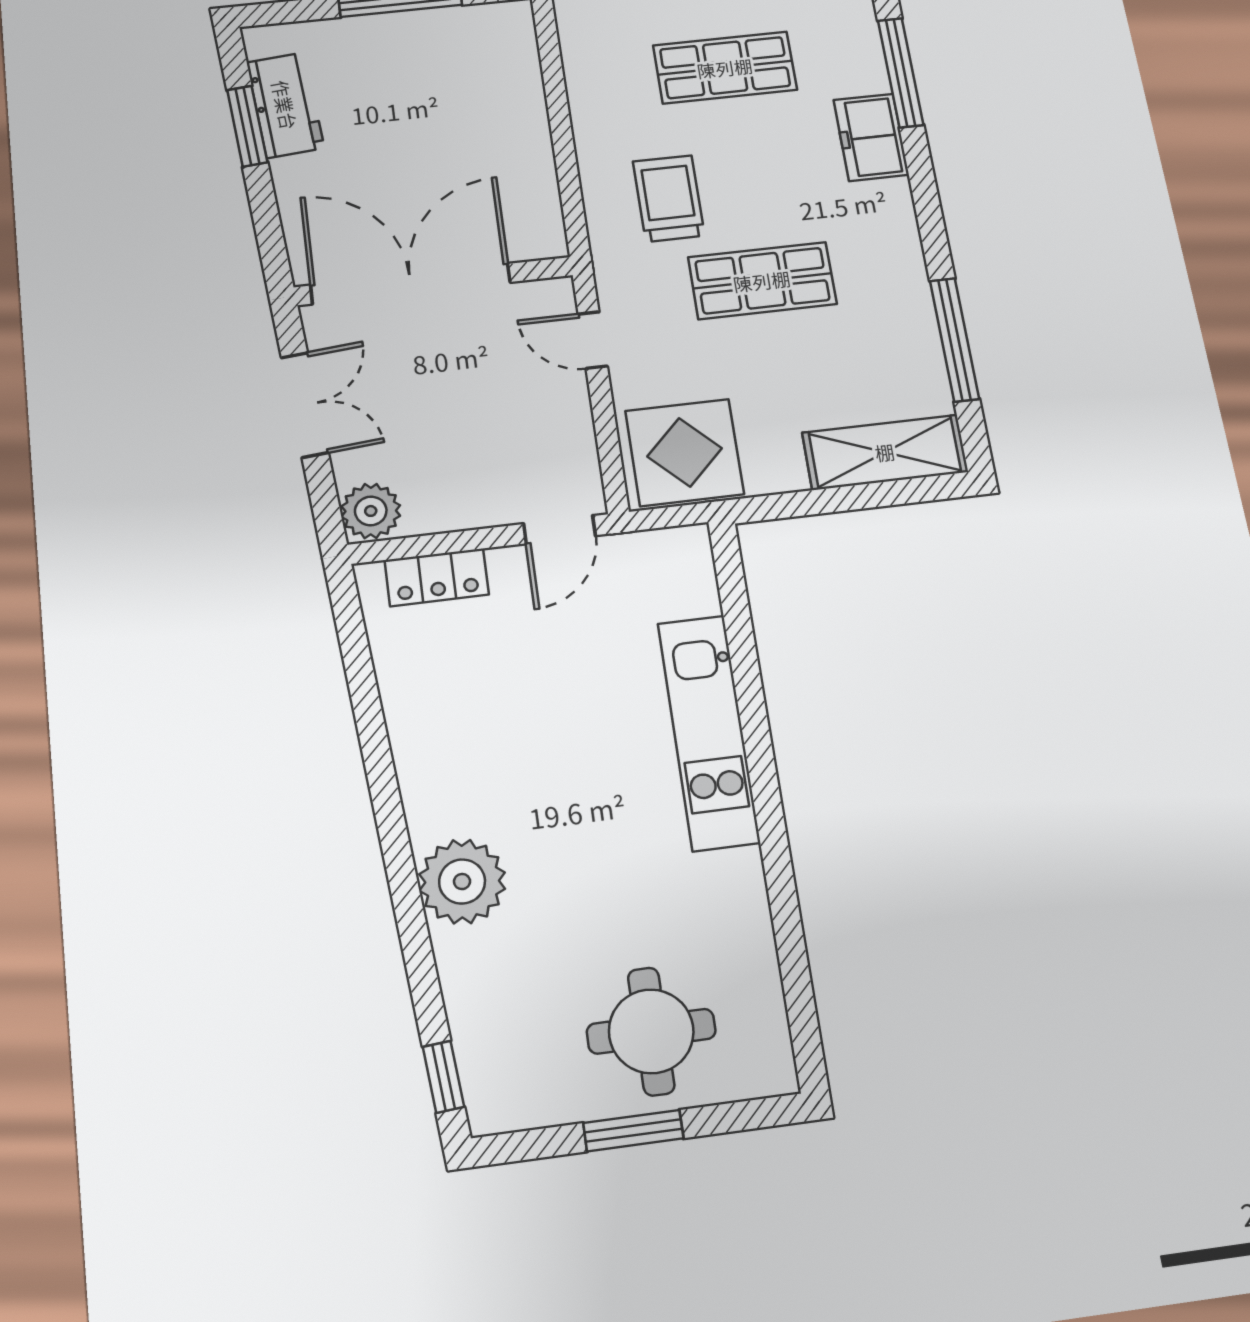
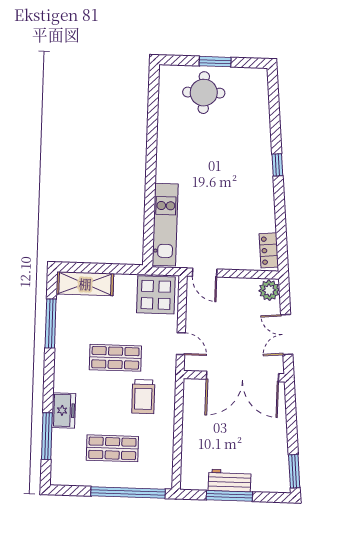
workbench: (285, 105) -> (230, 480), moved, turned 95
window: (247, 126) -> (294, 471), moved
door: (559, 530) -> (205, 273), swing flipped
locker: (437, 577) -> (269, 250), moved, turned -95
kitchen unit: (708, 732) -> (165, 225), moved
plant: (462, 882) -> (258, 153), removed
window: (443, 1077) -> (277, 165), moved

